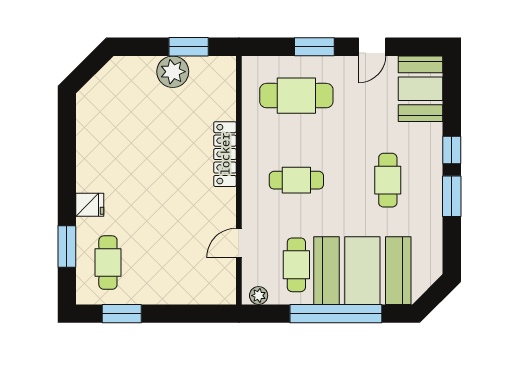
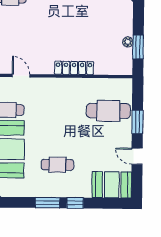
plant: (173, 72) -> (128, 42), width x0.53, depth x0.53
cafe table: (296, 96) -> (108, 111), turned 90
cafe table: (296, 180) -> (58, 110), removed

